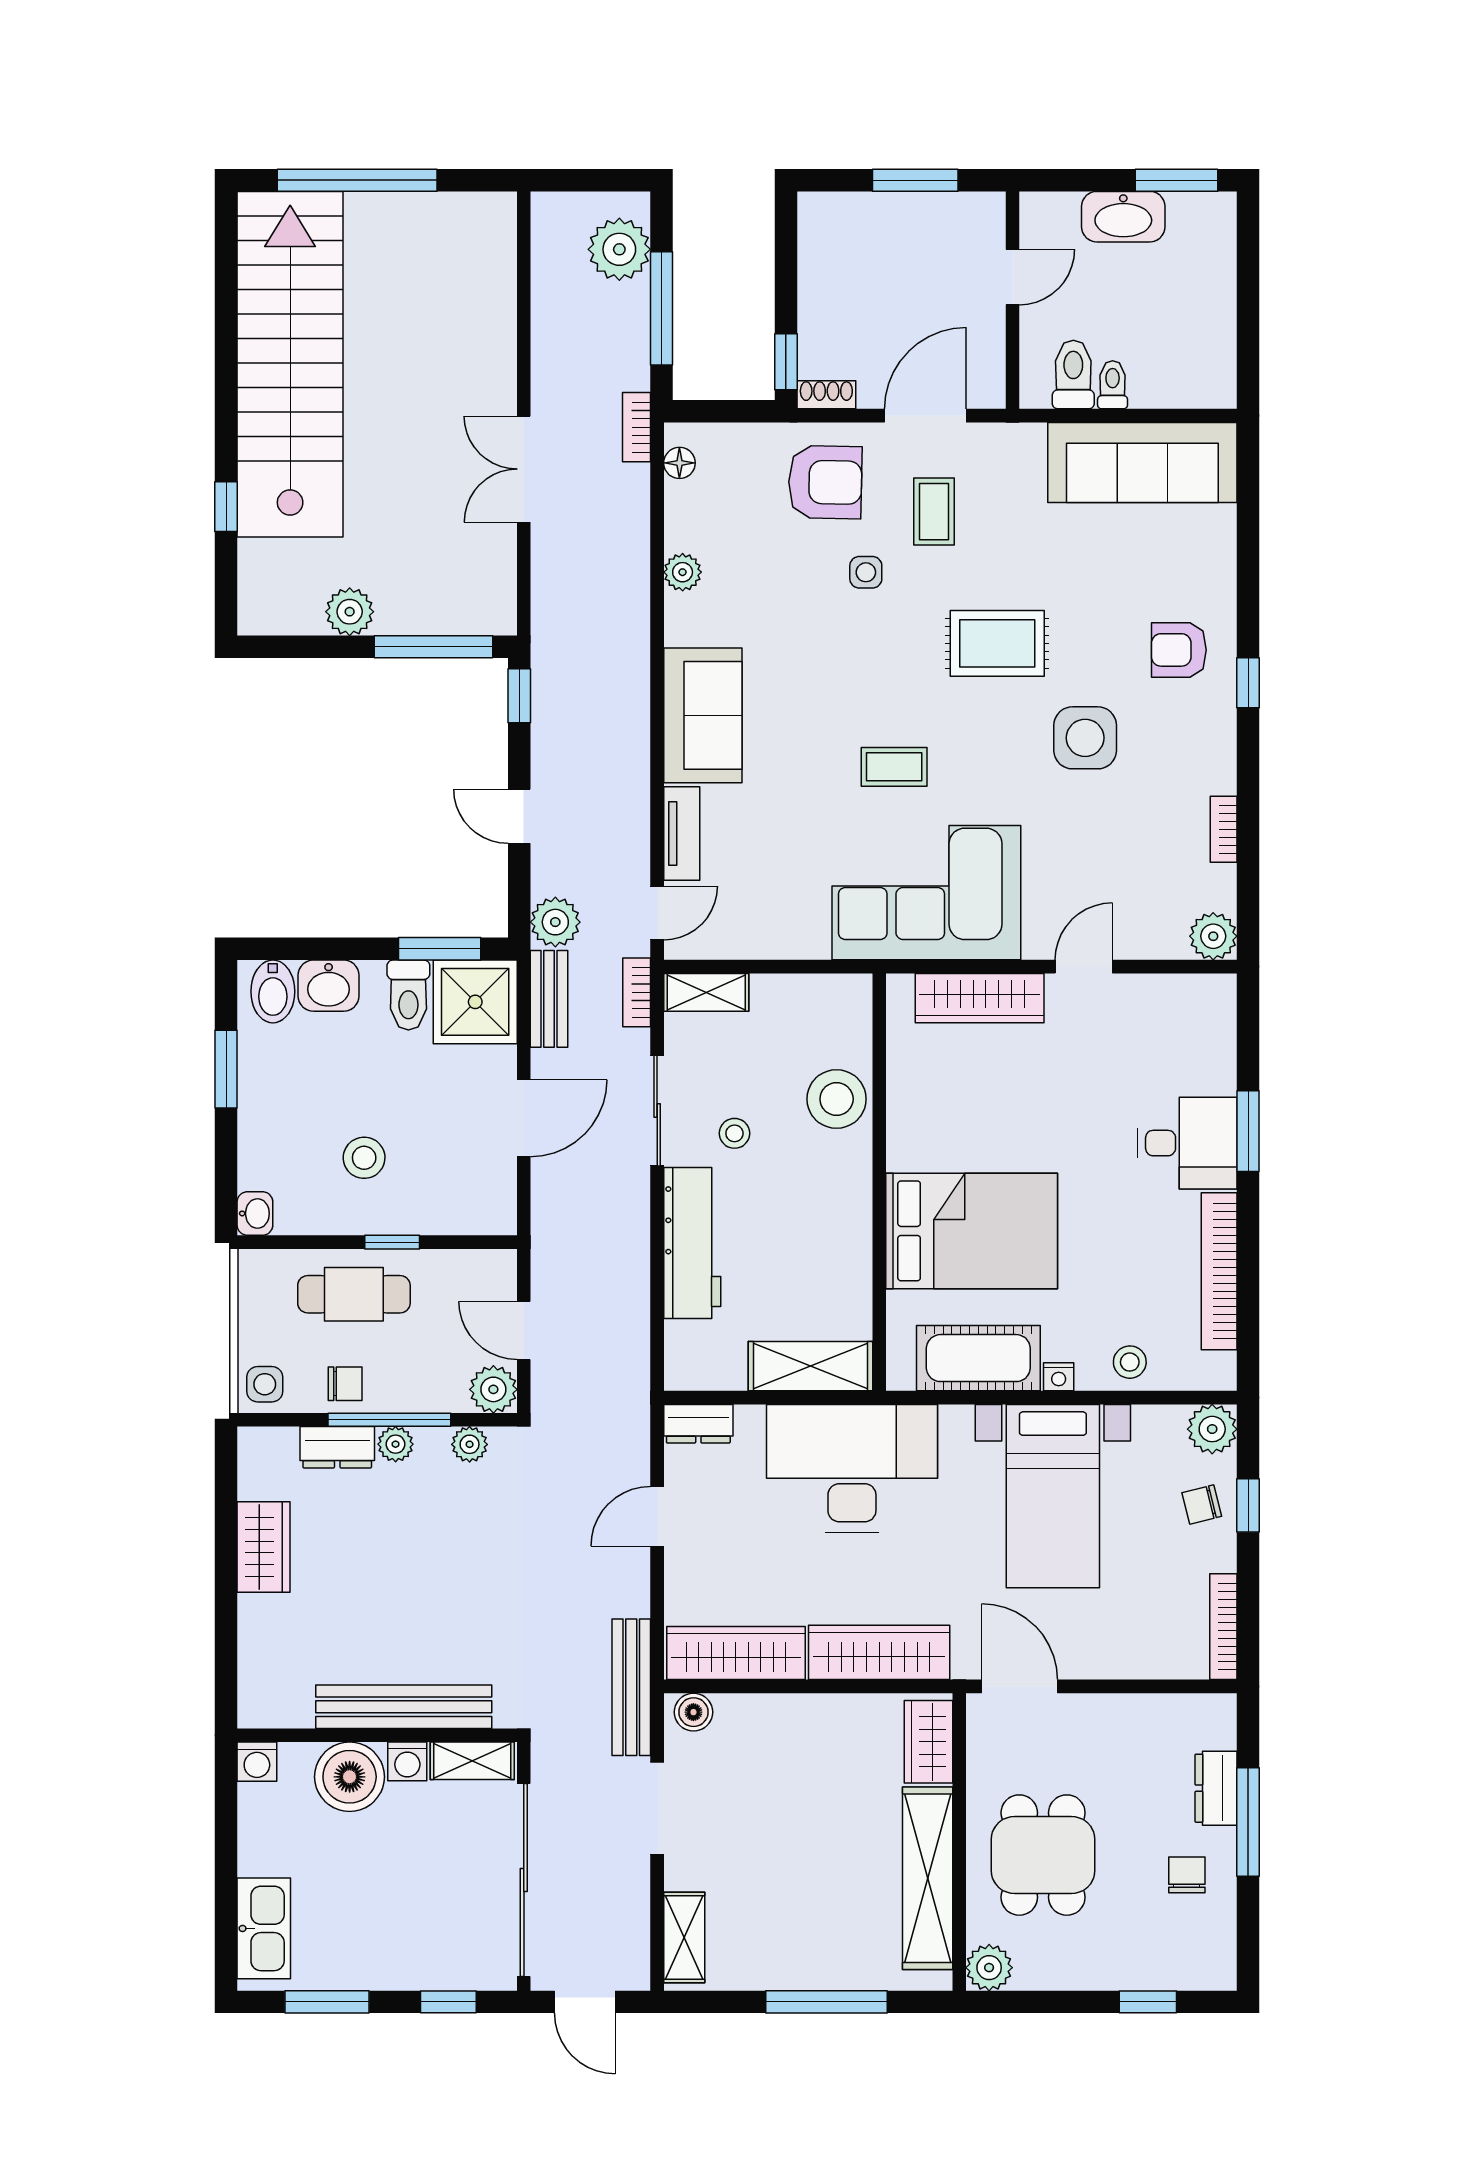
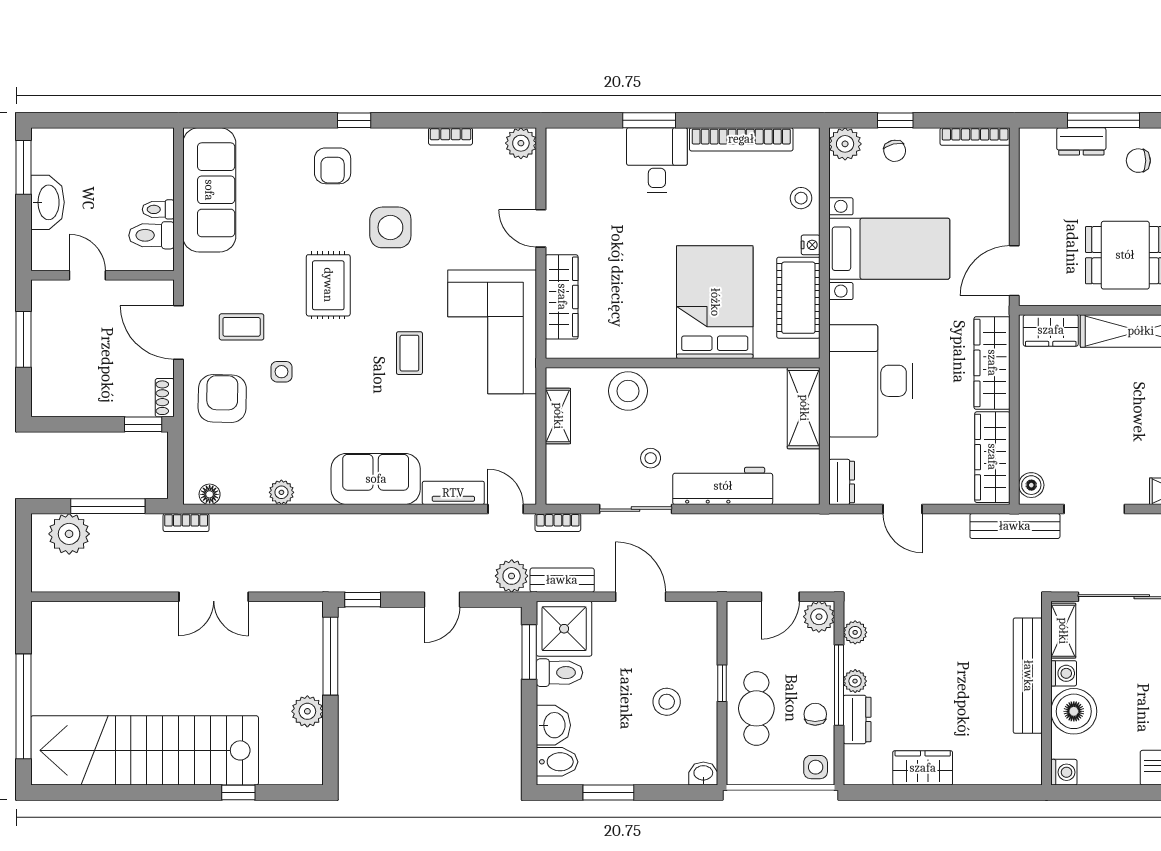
shelving: (706, 992) -> (558, 416), moved

